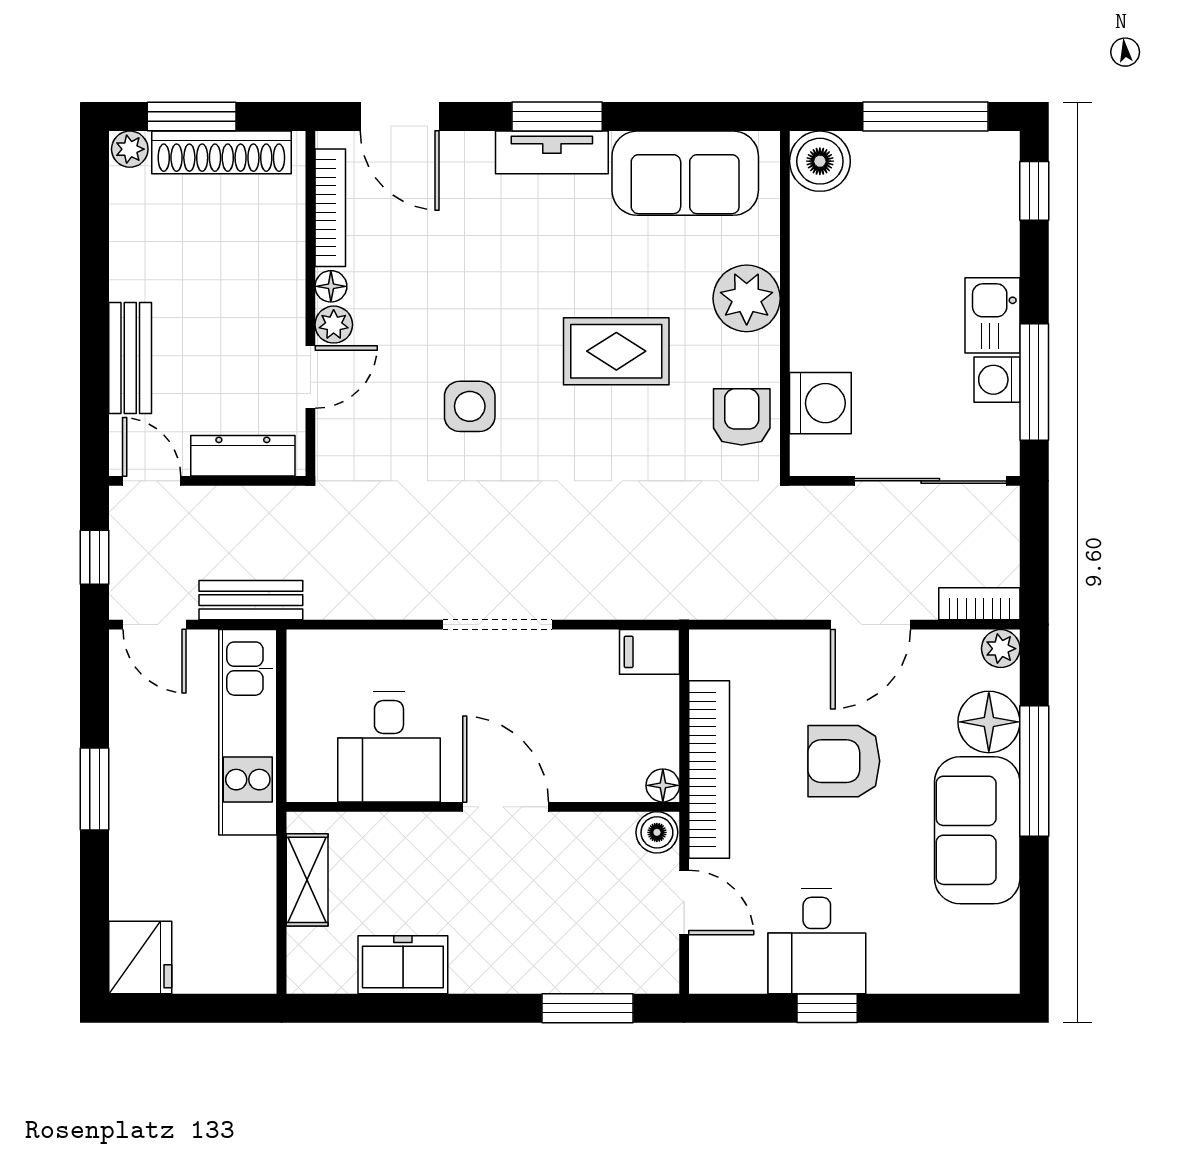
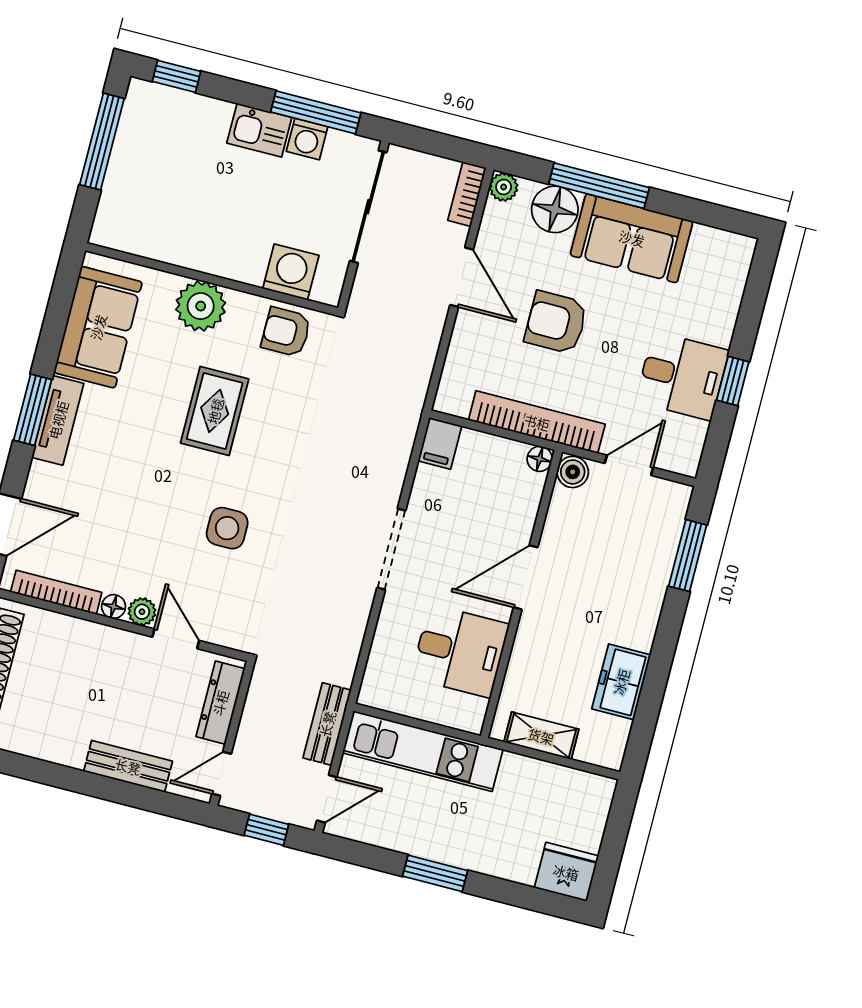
boiler: (820, 161) -> (115, 227), removed
armchair: (844, 761) -> (556, 322), turned 90

